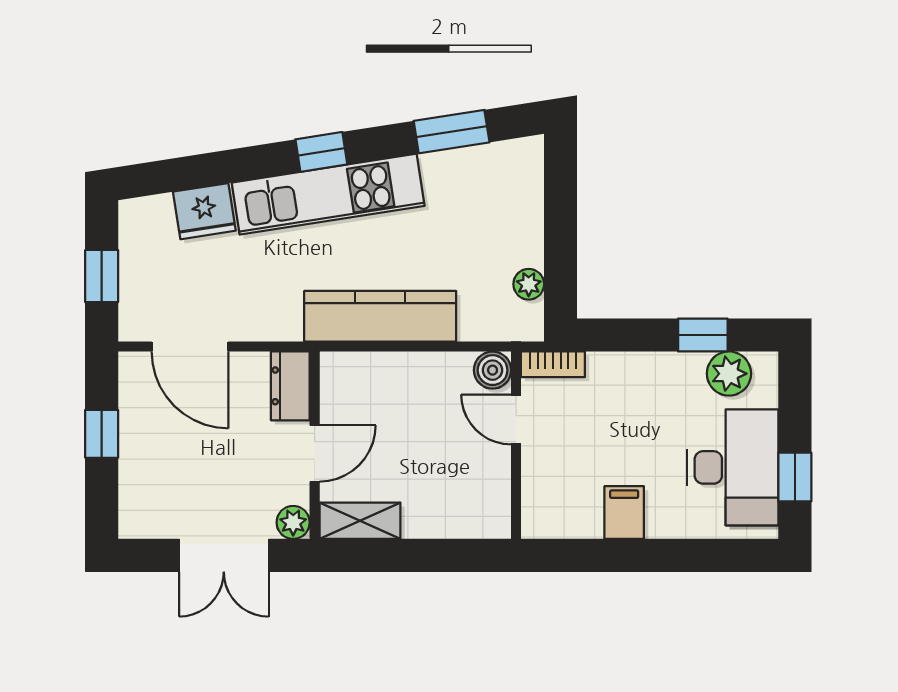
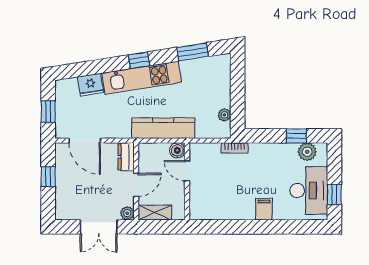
boiler: (493, 370) -> (177, 150), moved
door: (516, 420) -> (187, 171), moved
wall: (516, 445) -> (187, 181), moved

